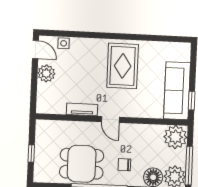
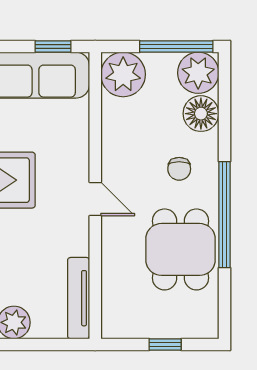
tv unit: (82, 109) -> (79, 298), moved, width x1.41
door: (110, 120) -> (95, 199), hinge flipped

